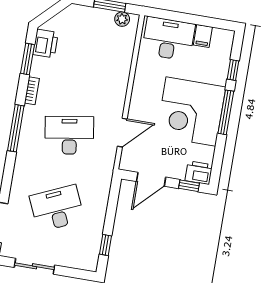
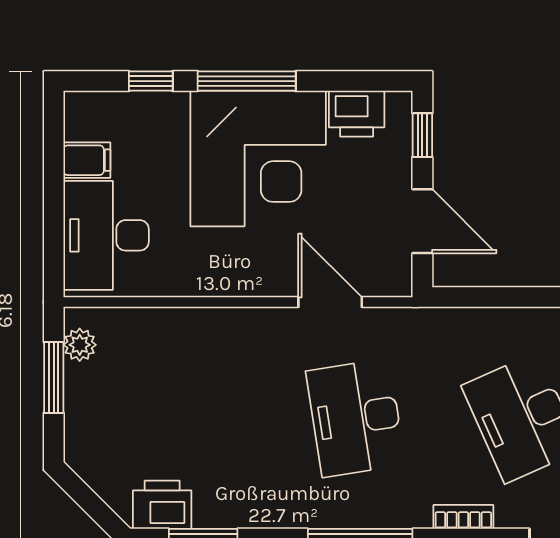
bookcase: (32, 91) -> (463, 517), moved
printer: (199, 173) -> (357, 114), moved, turned -90

